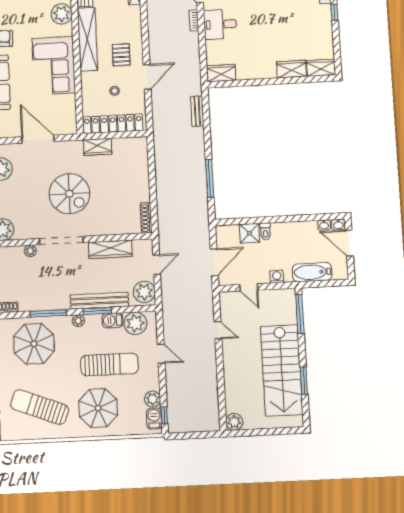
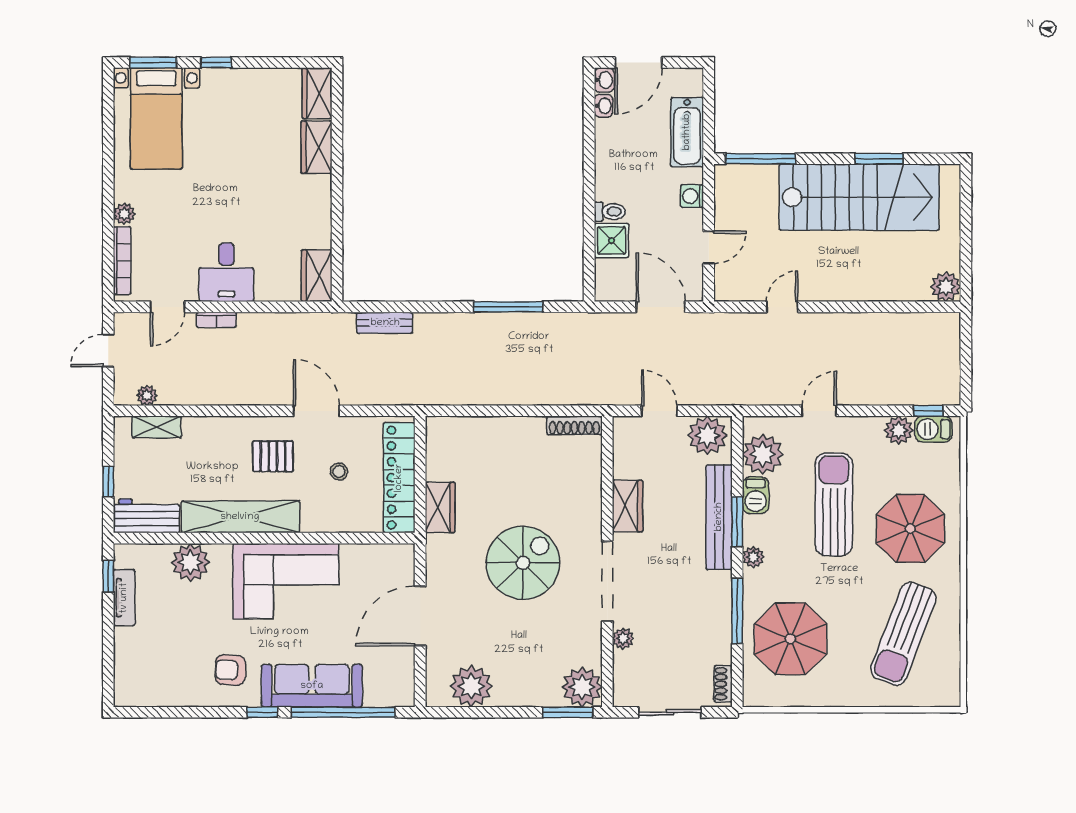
wardrobe: (110, 249) -> (628, 506), width x0.67

